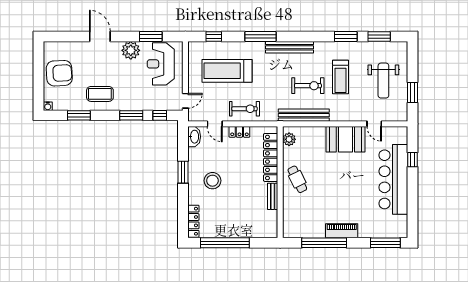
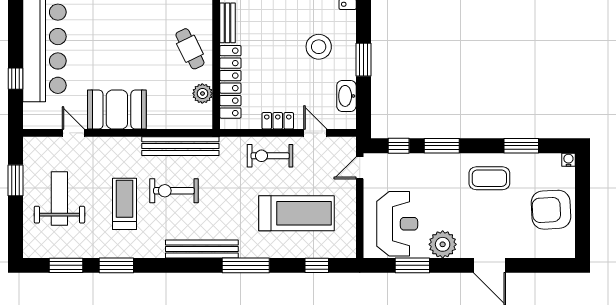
washbasin: (194, 137) -> (346, 96), moved
plant: (289, 139) -> (202, 93), moved

